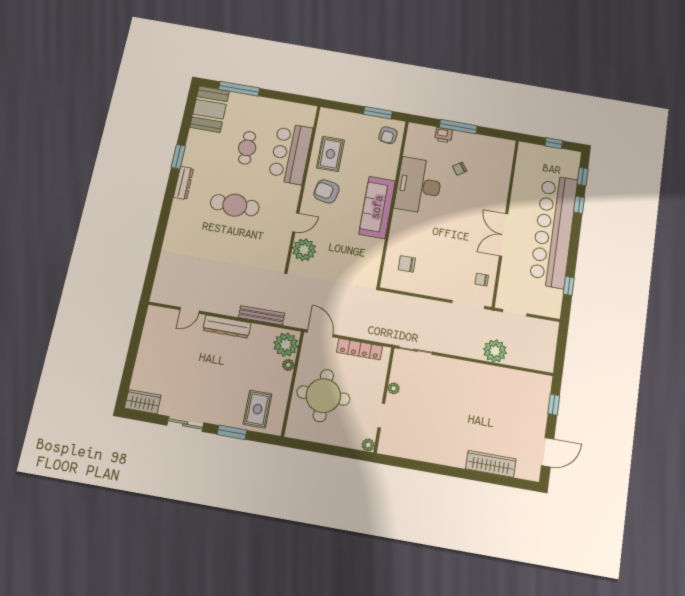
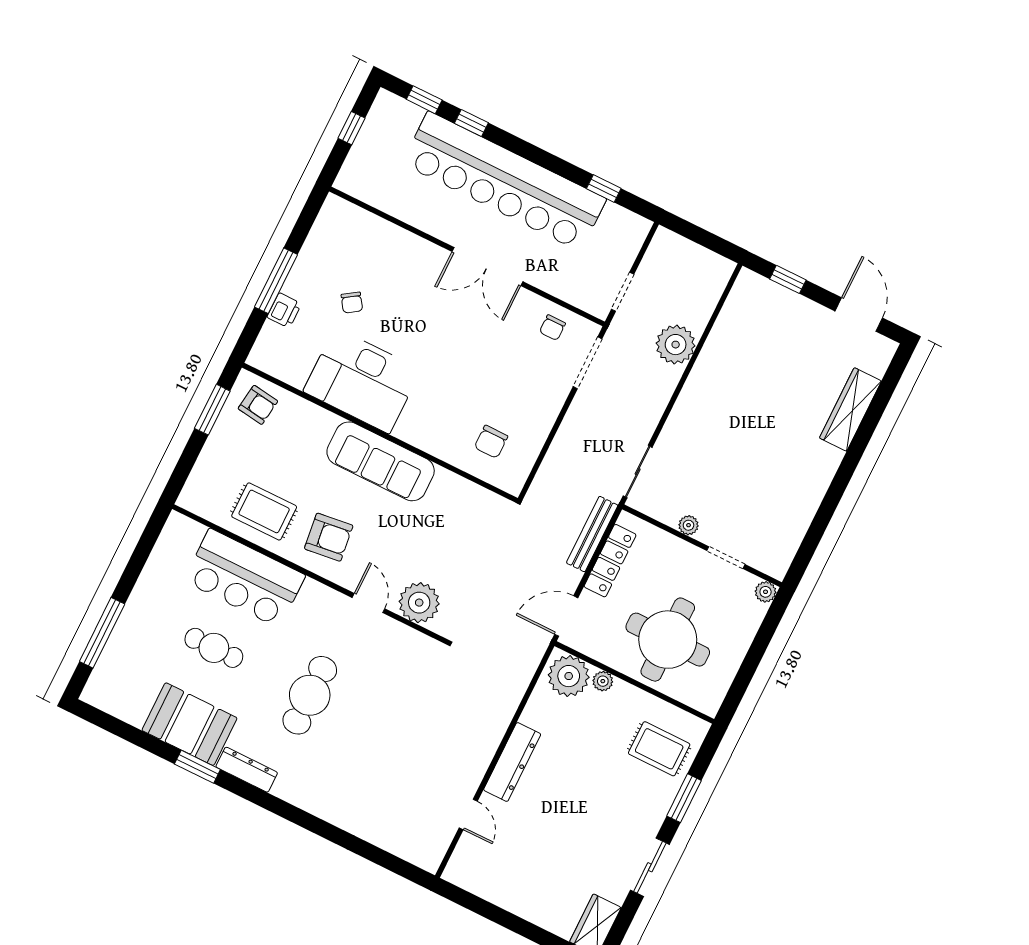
booth: (210, 109) -> (190, 724), moved
armchair: (326, 191) -> (329, 537), turned -108
bench: (262, 315) -> (592, 534), moved

